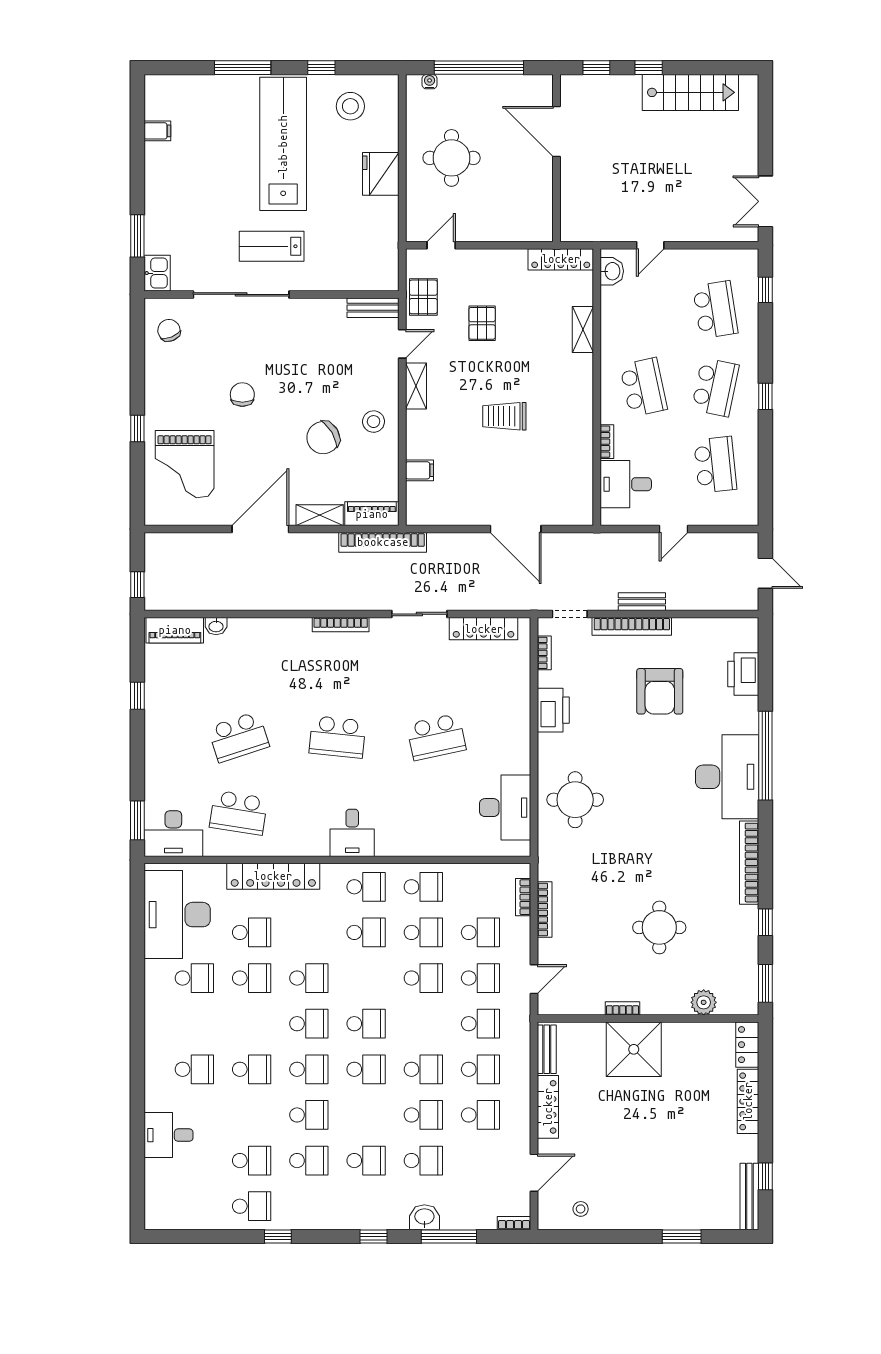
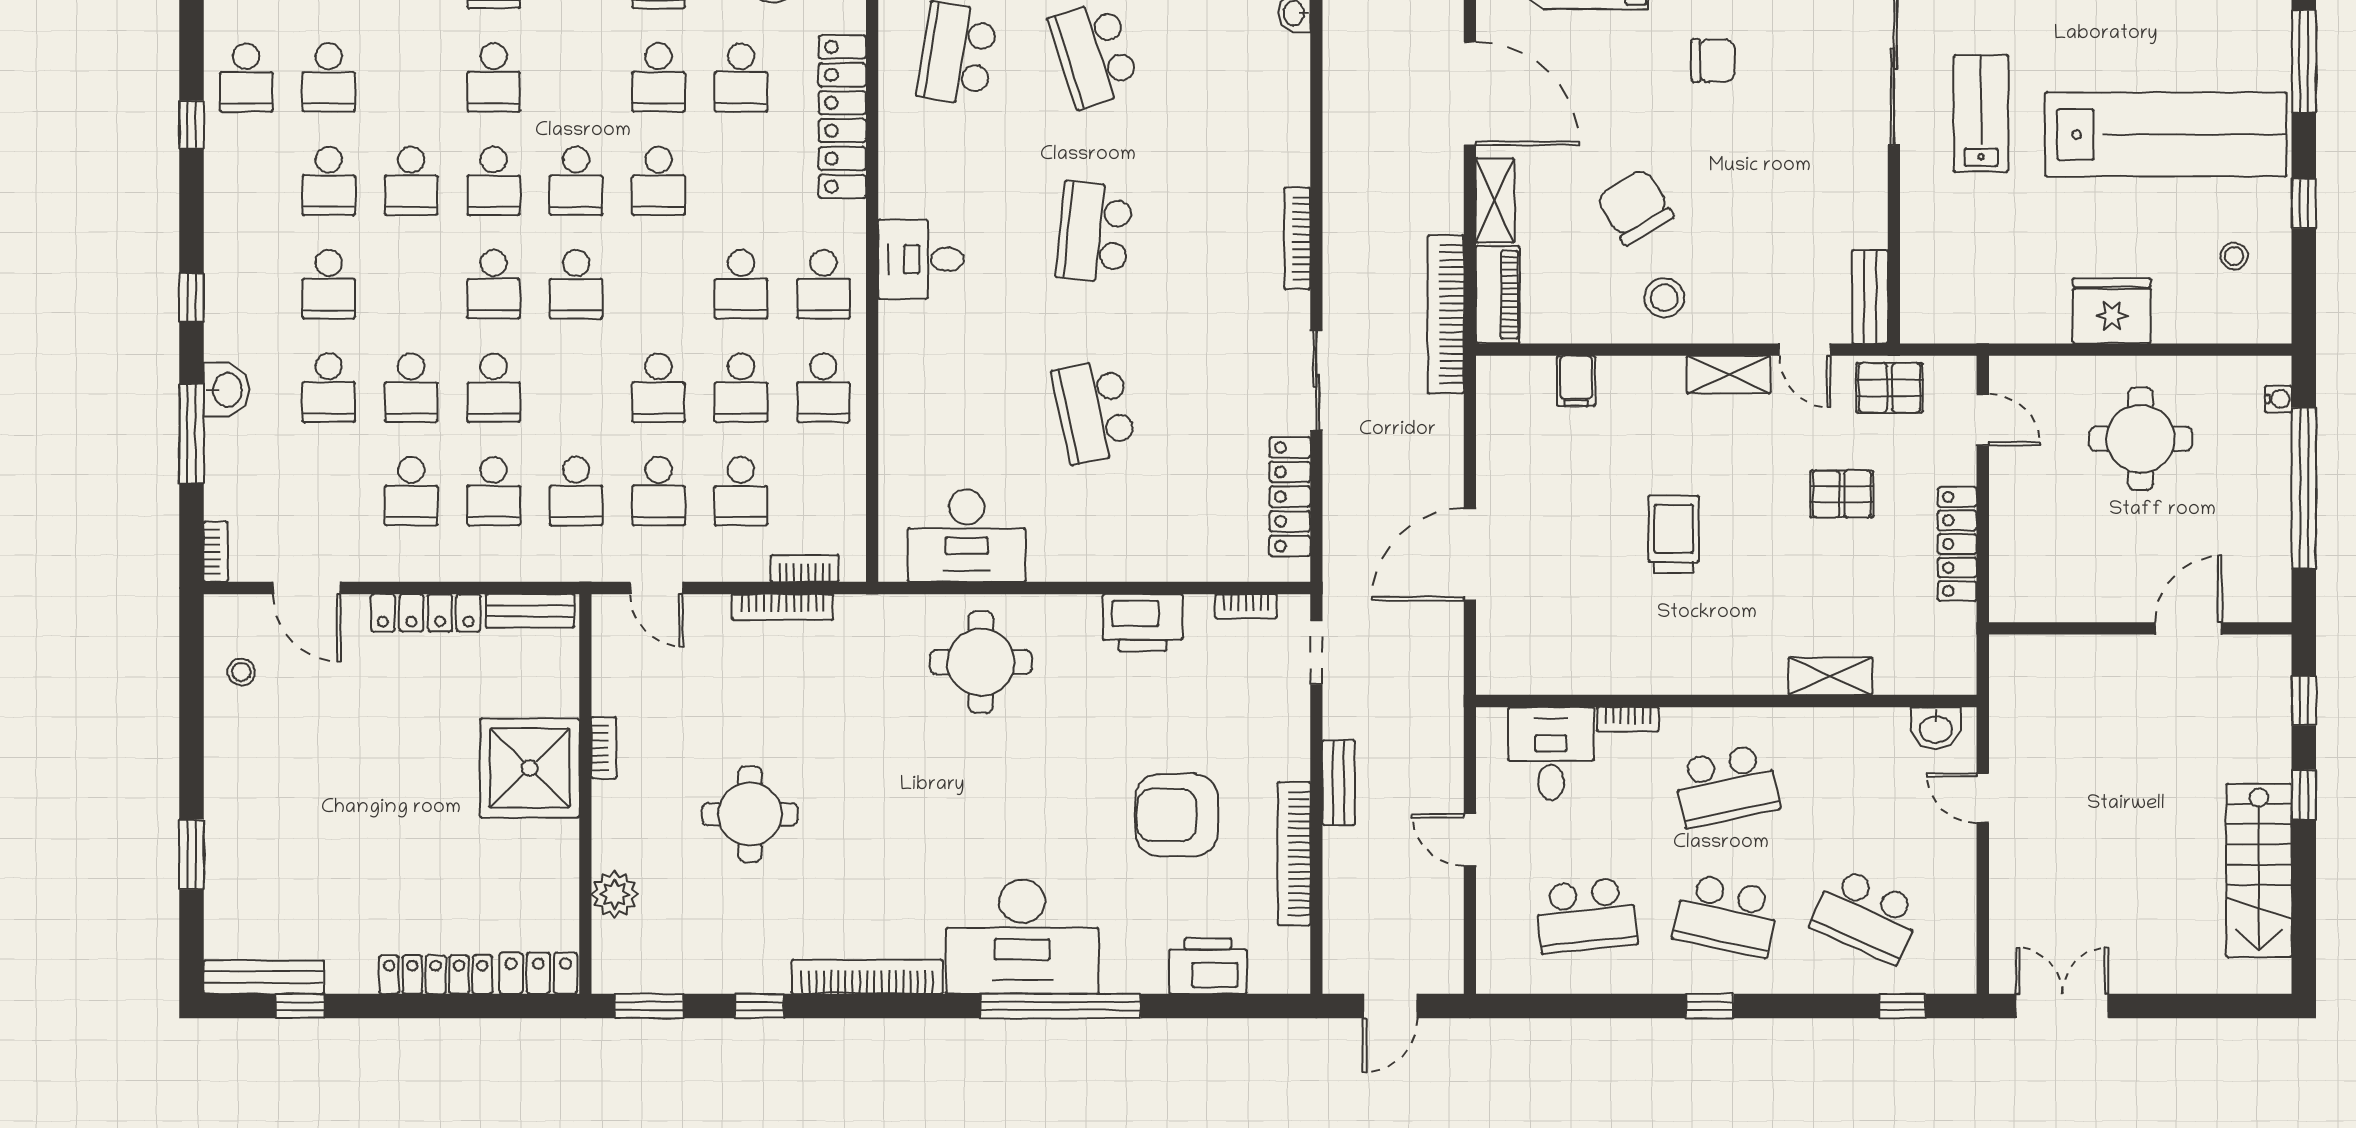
stool: (350, 106) -> (2234, 256), width x0.53, depth x0.53
door: (556, 132) -> (2188, 628), width x0.73
locker: (561, 259) -> (1957, 544), moved
school desk: (715, 310) -> (1866, 915), turned 33
bookcase: (632, 626) -> (1294, 854), moved

